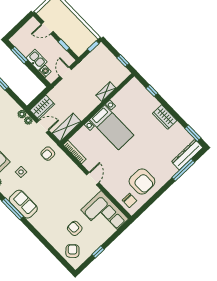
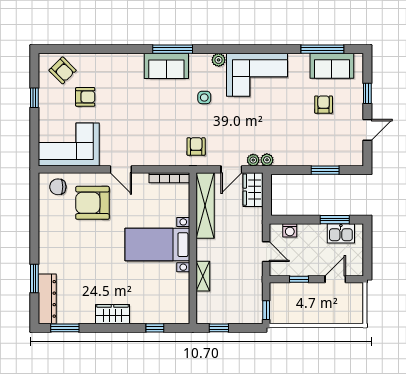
kitchen sink: (36, 60) -> (341, 233), moved
shelving: (67, 127) -> (205, 206), width x1.47
window: (183, 170) -> (34, 279), width x0.69
armchair: (142, 181) -> (92, 203), moved

